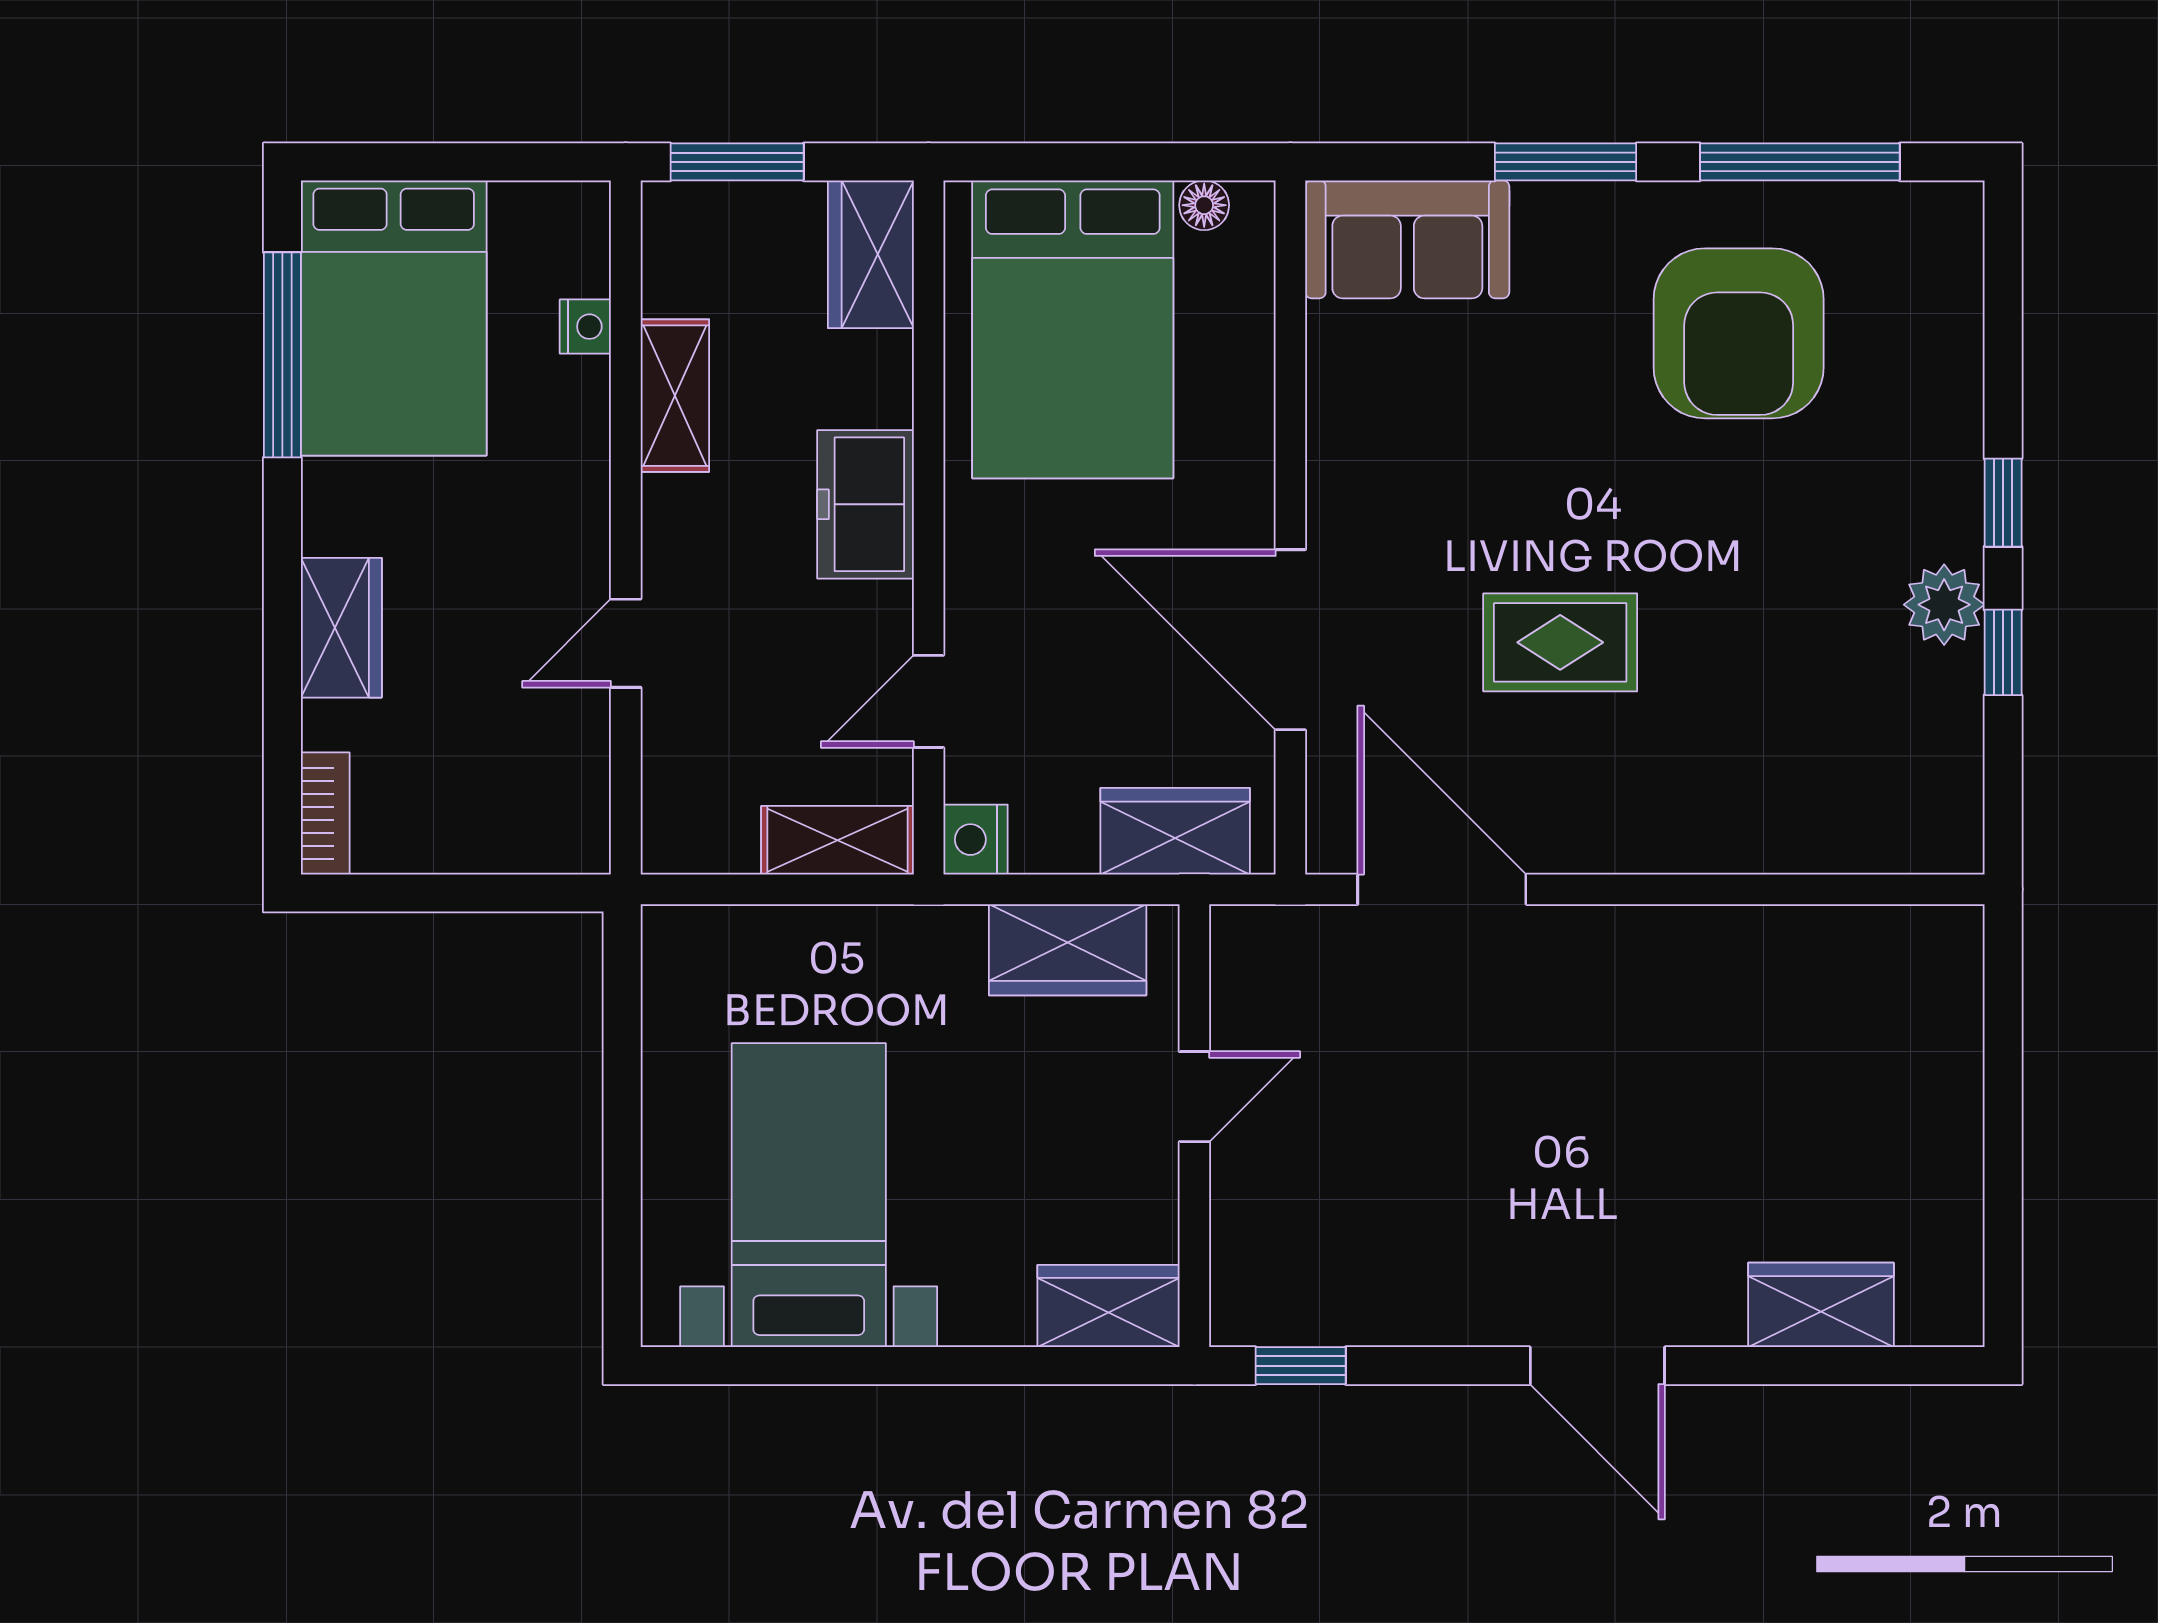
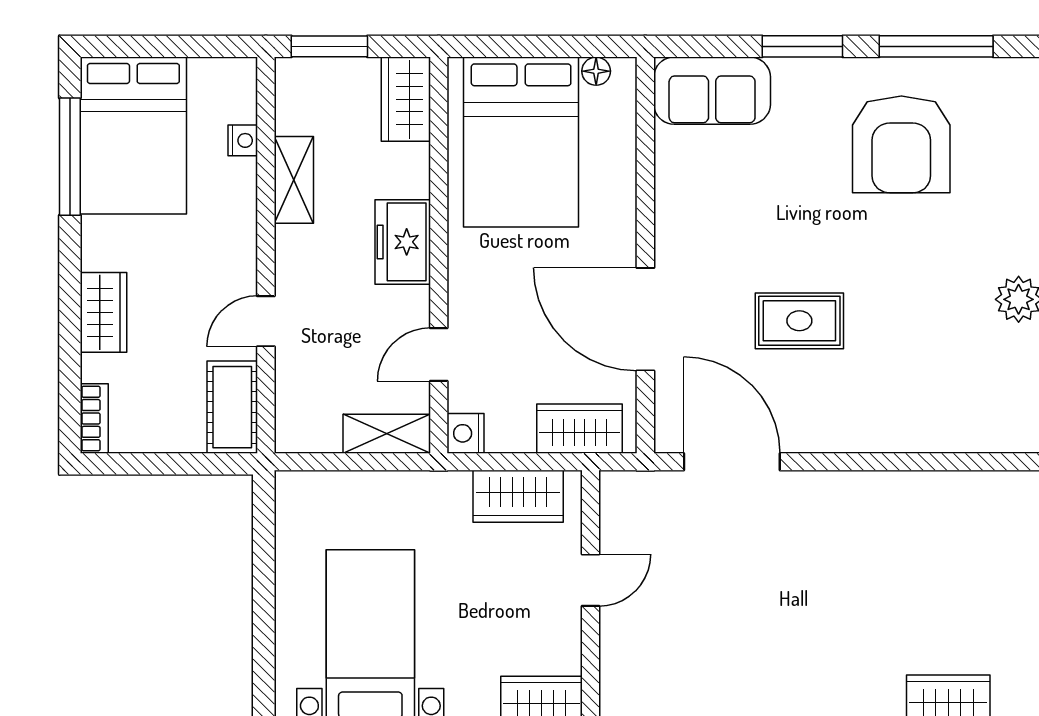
cot: (567, 794) -> (232, 407), added

